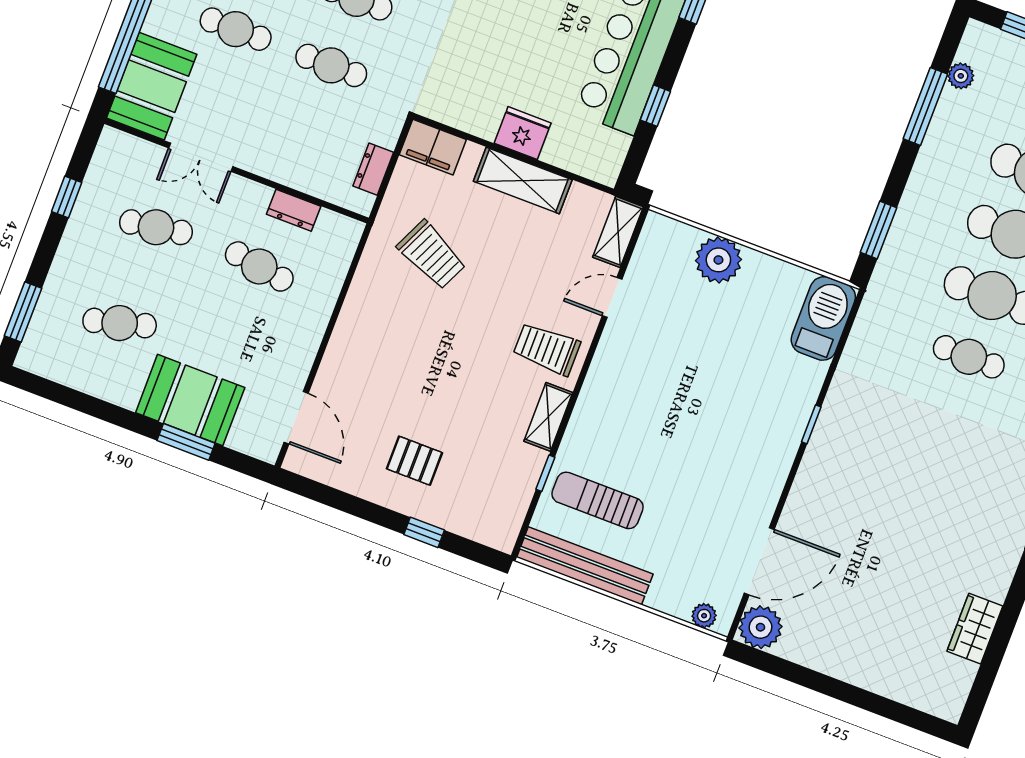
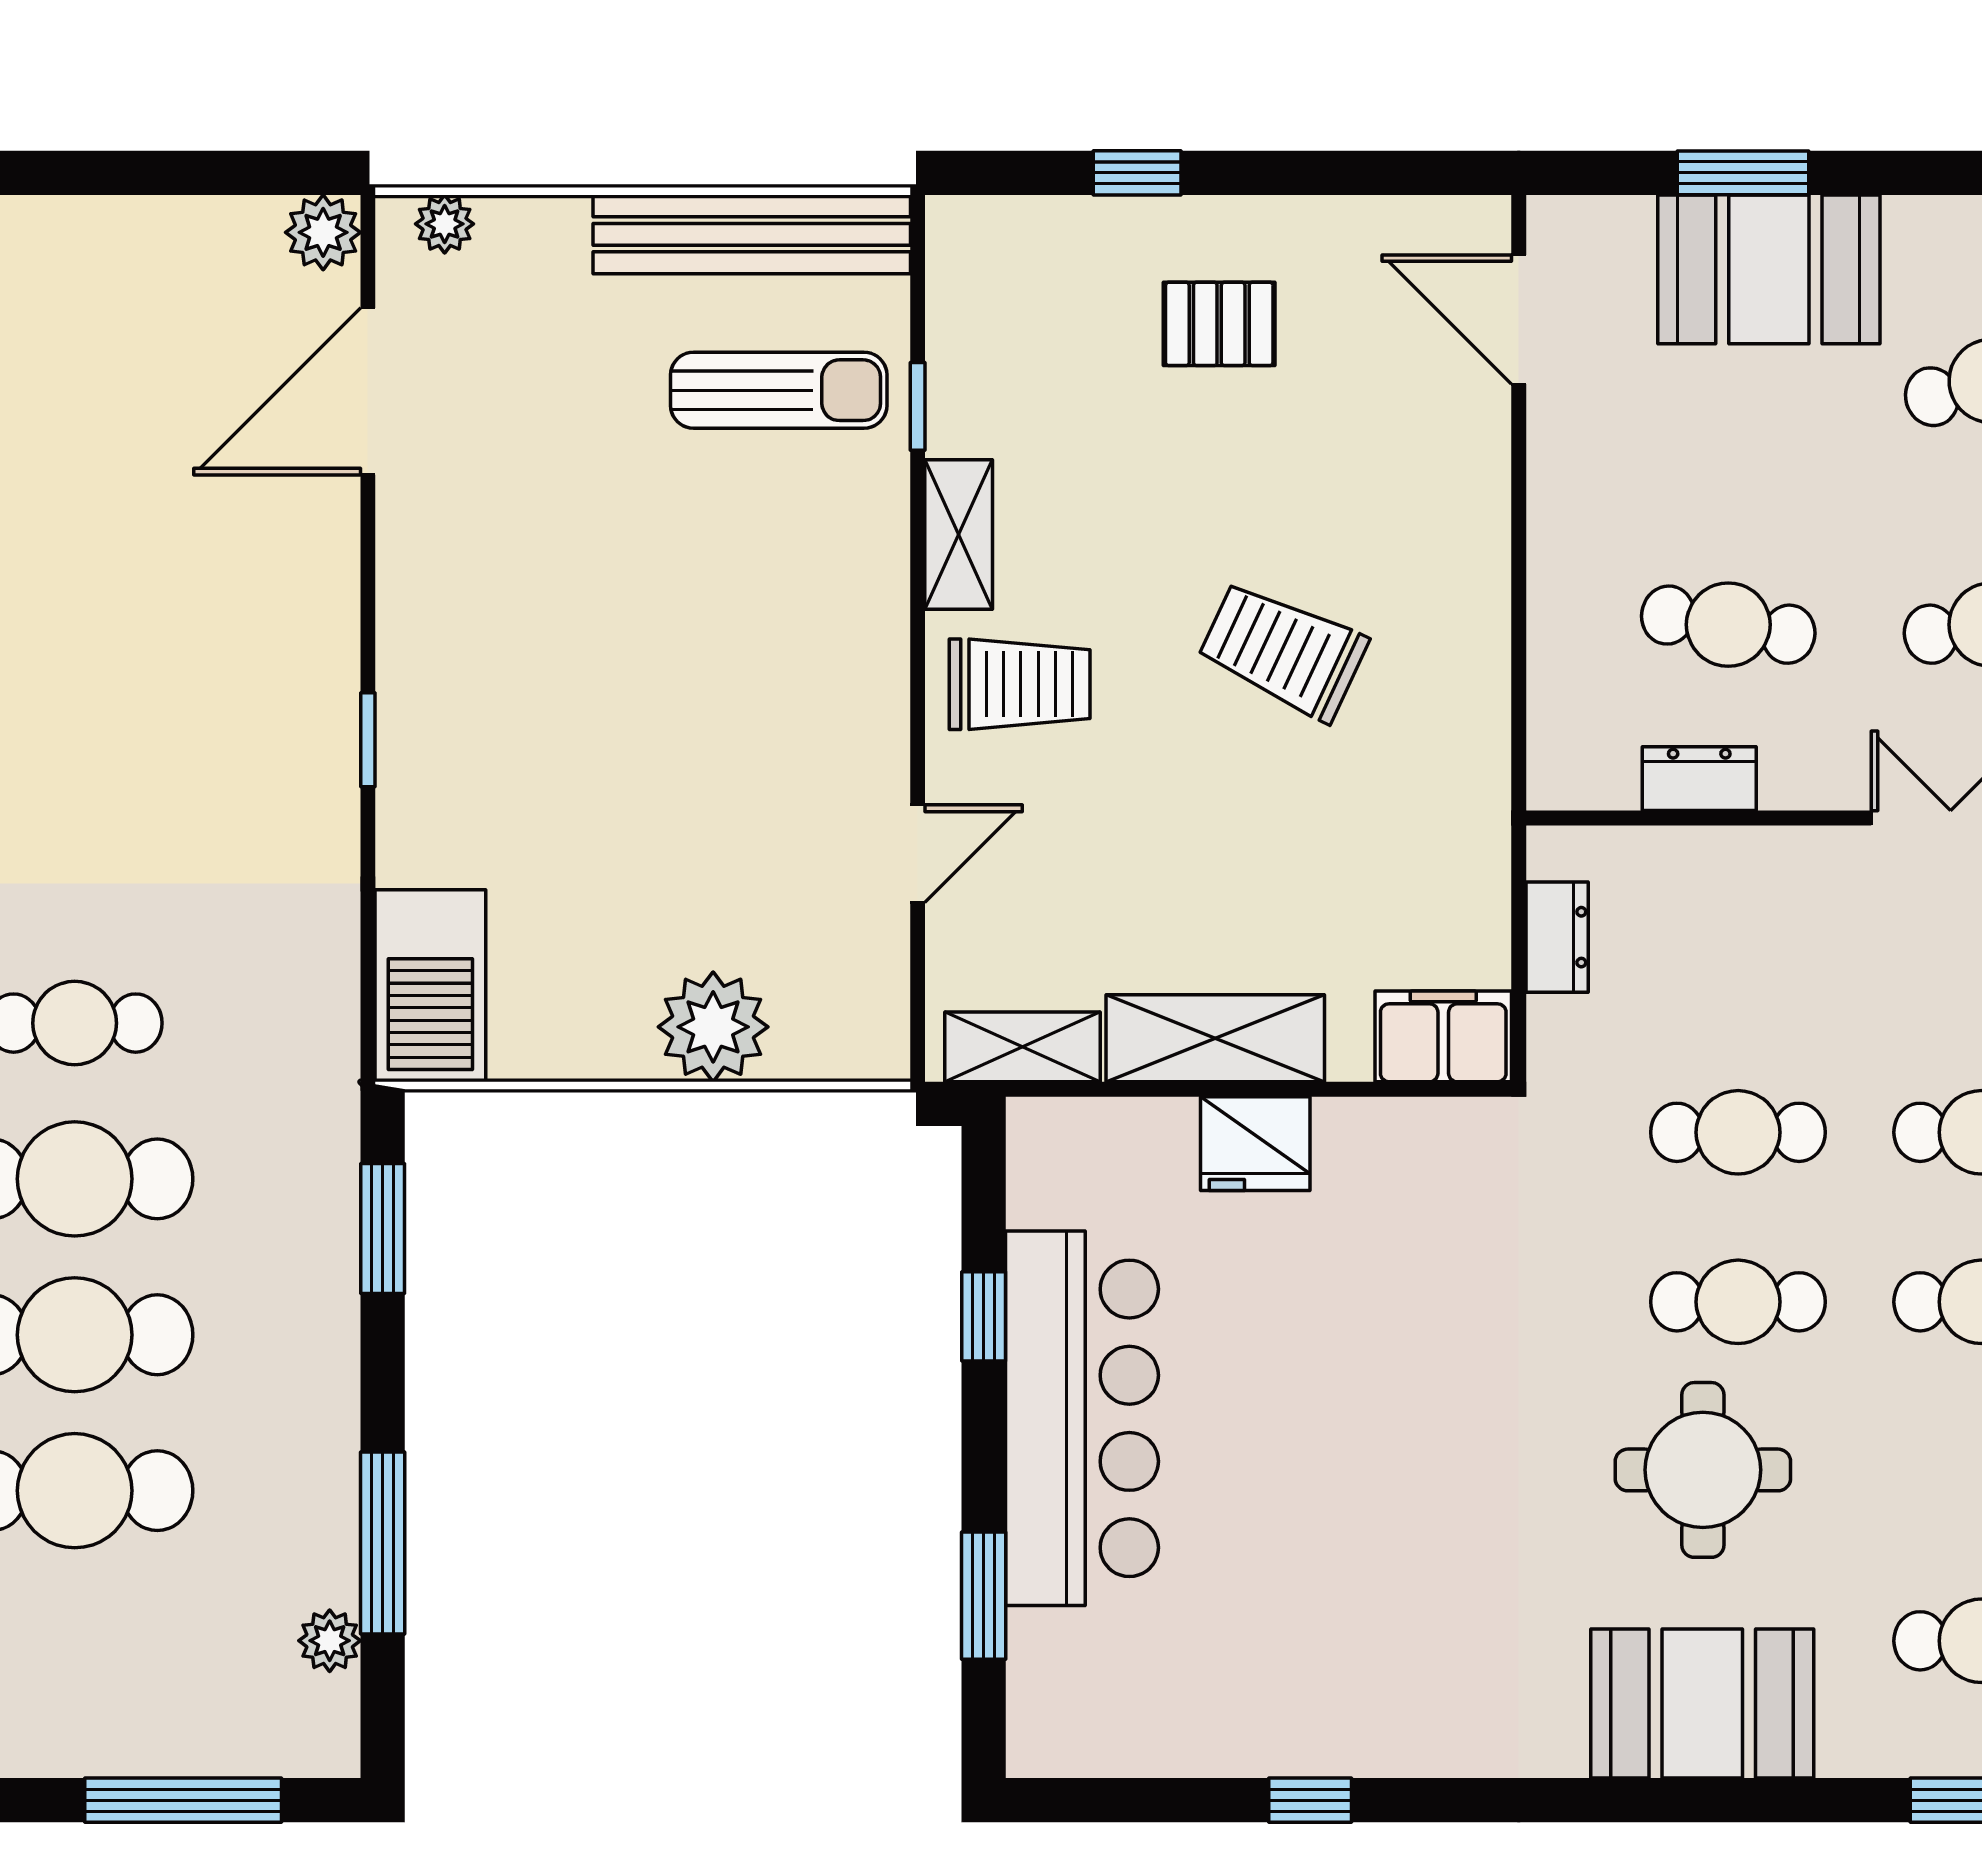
shelving: (618, 232) -> (1023, 1047), moved, turned 90
trolley: (432, 255) -> (1283, 651), moved
plant: (761, 627) -> (323, 232), width x0.73, depth x0.73

